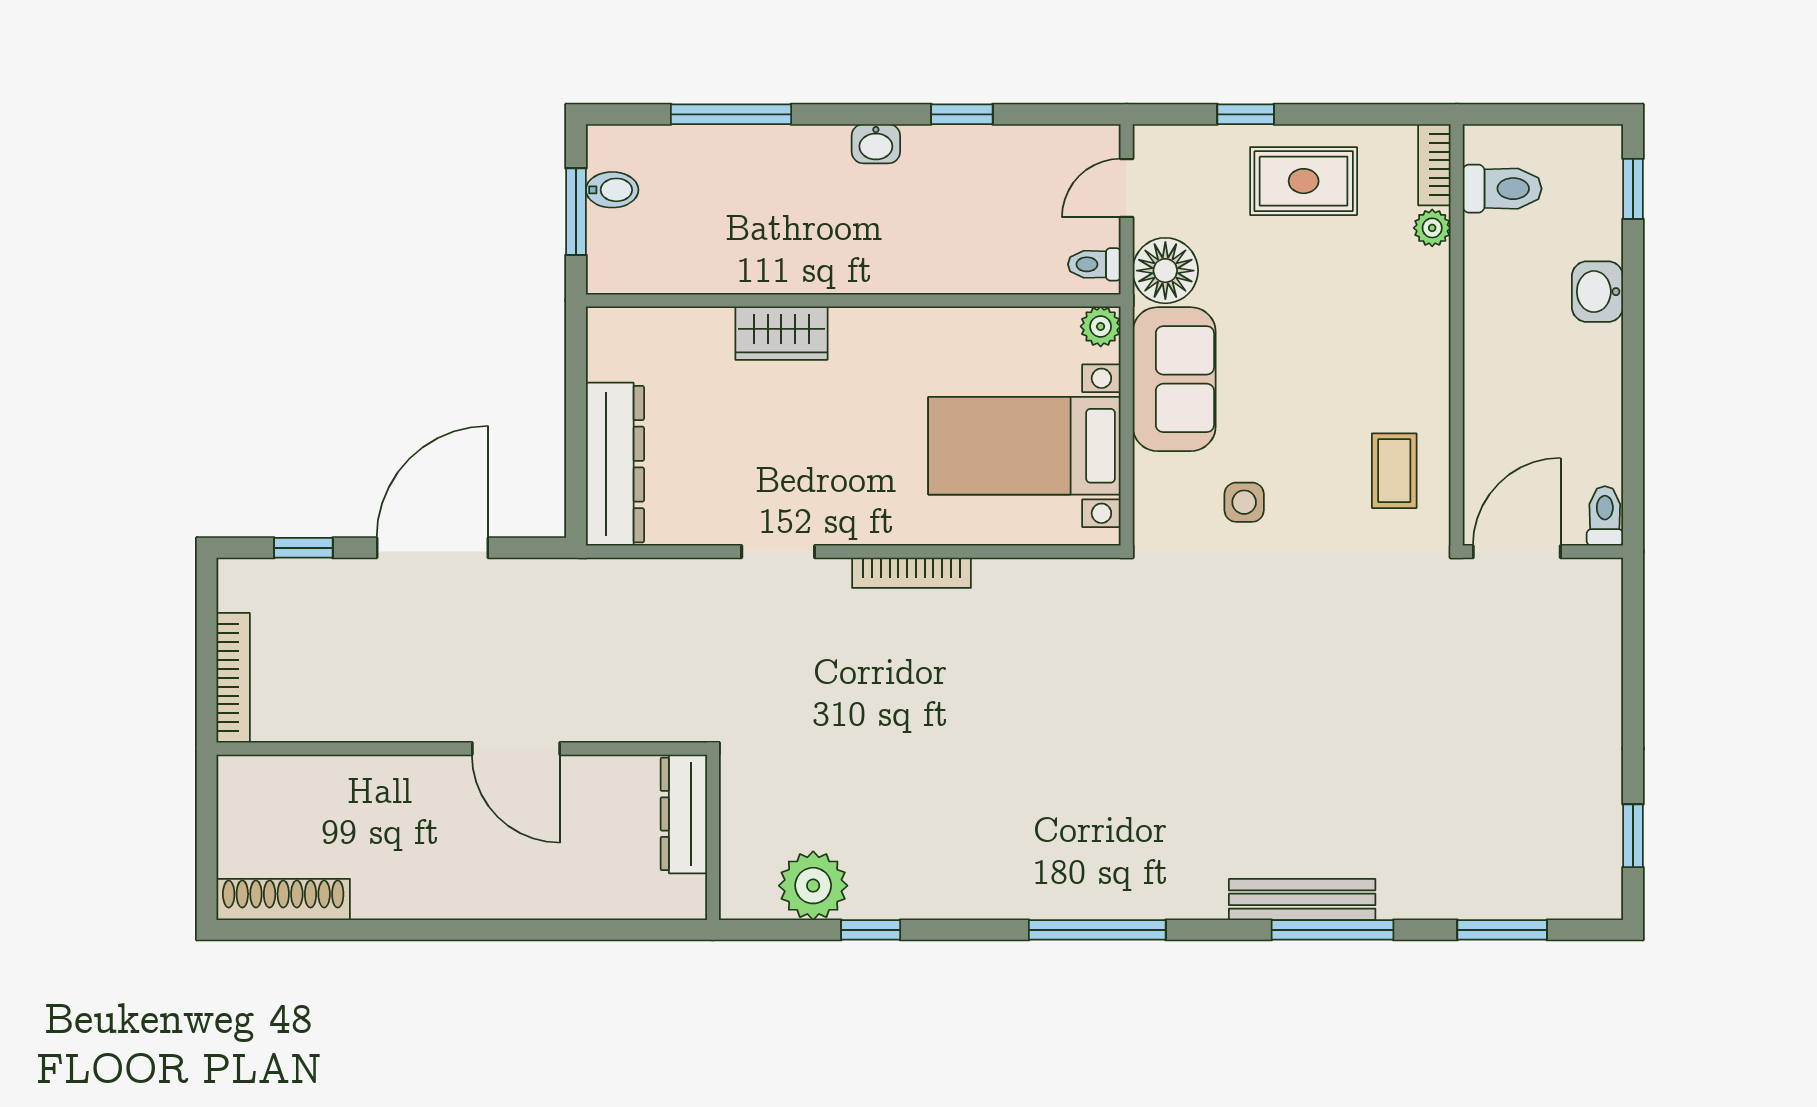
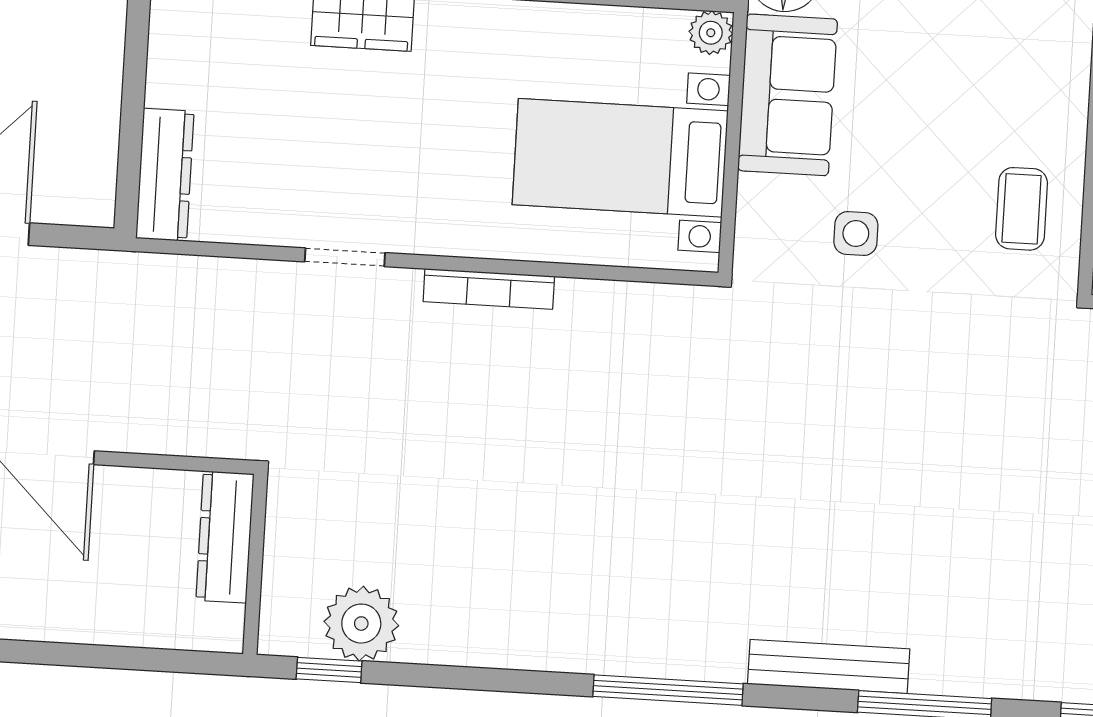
dresser: (615, 464) -> (165, 175), width x0.73, depth x0.80
bench: (1302, 899) -> (829, 666), moved
window: (871, 930) -> (329, 670), moved

